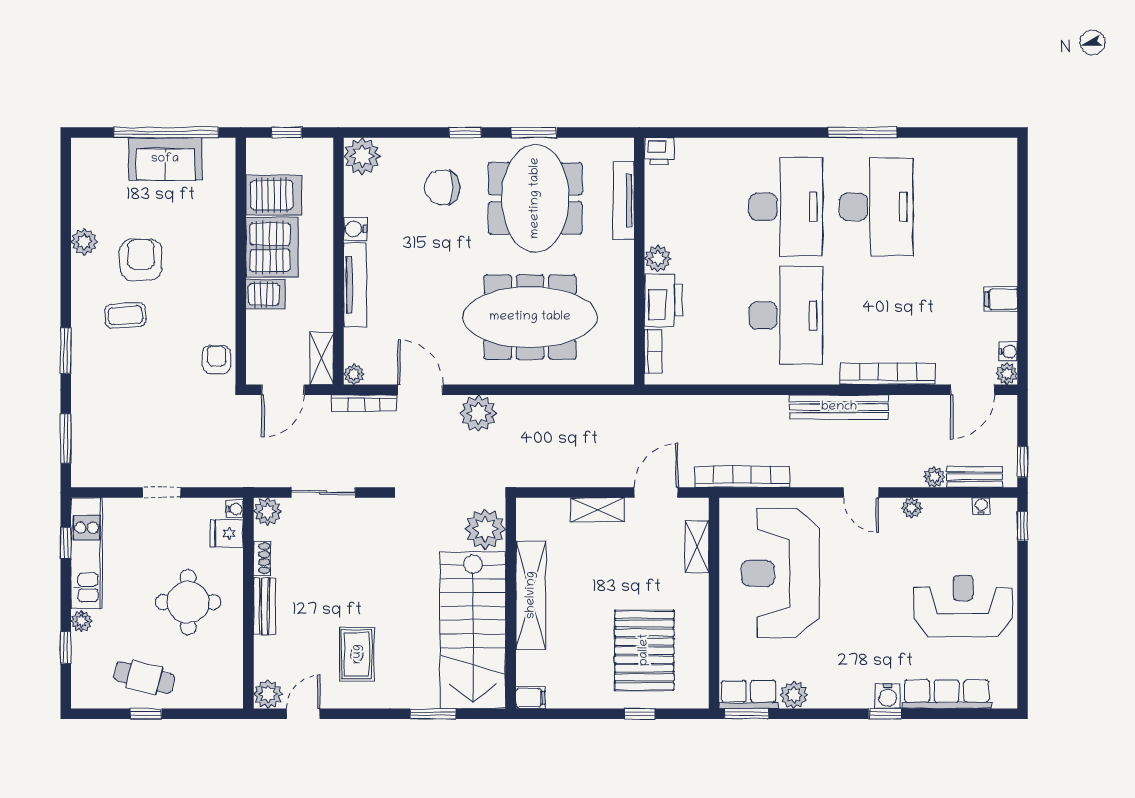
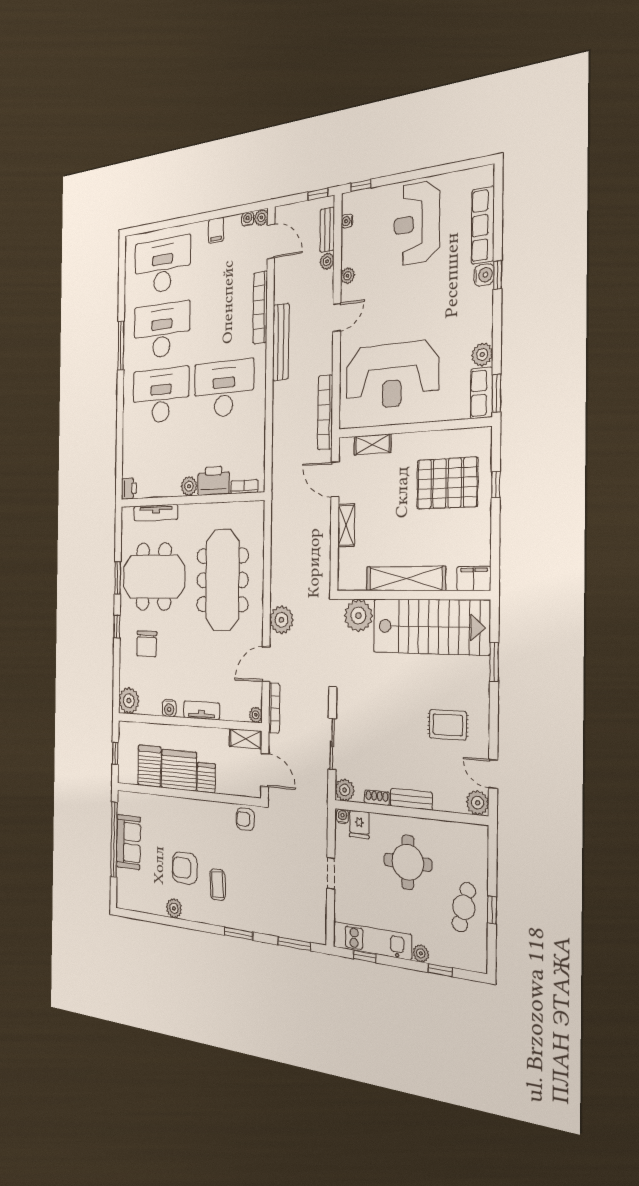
desk: (966, 207) -> (162, 265), added
tv unit: (355, 285) -> (202, 710), width x0.71
filing cabinet: (530, 698) -> (474, 578), width x2.00

